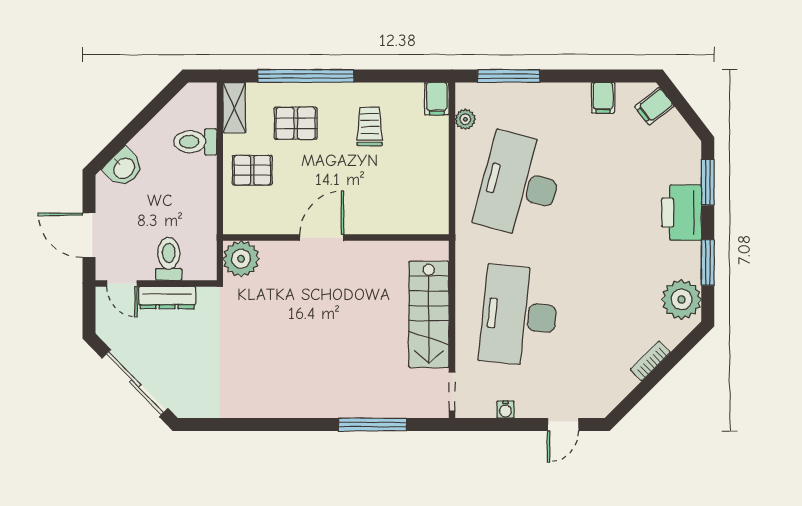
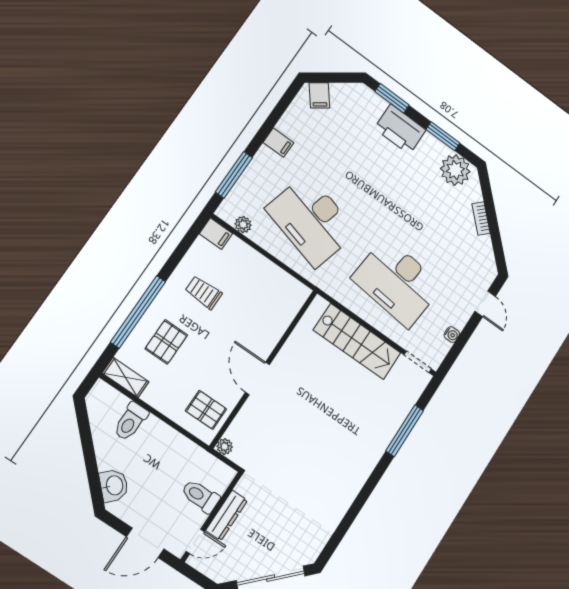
filing cabinet: (603, 98) -> (278, 143), moved
pallet: (252, 170) -> (206, 410), moved, turned 90
plant: (241, 259) -> (225, 447), width x0.53, depth x0.53

